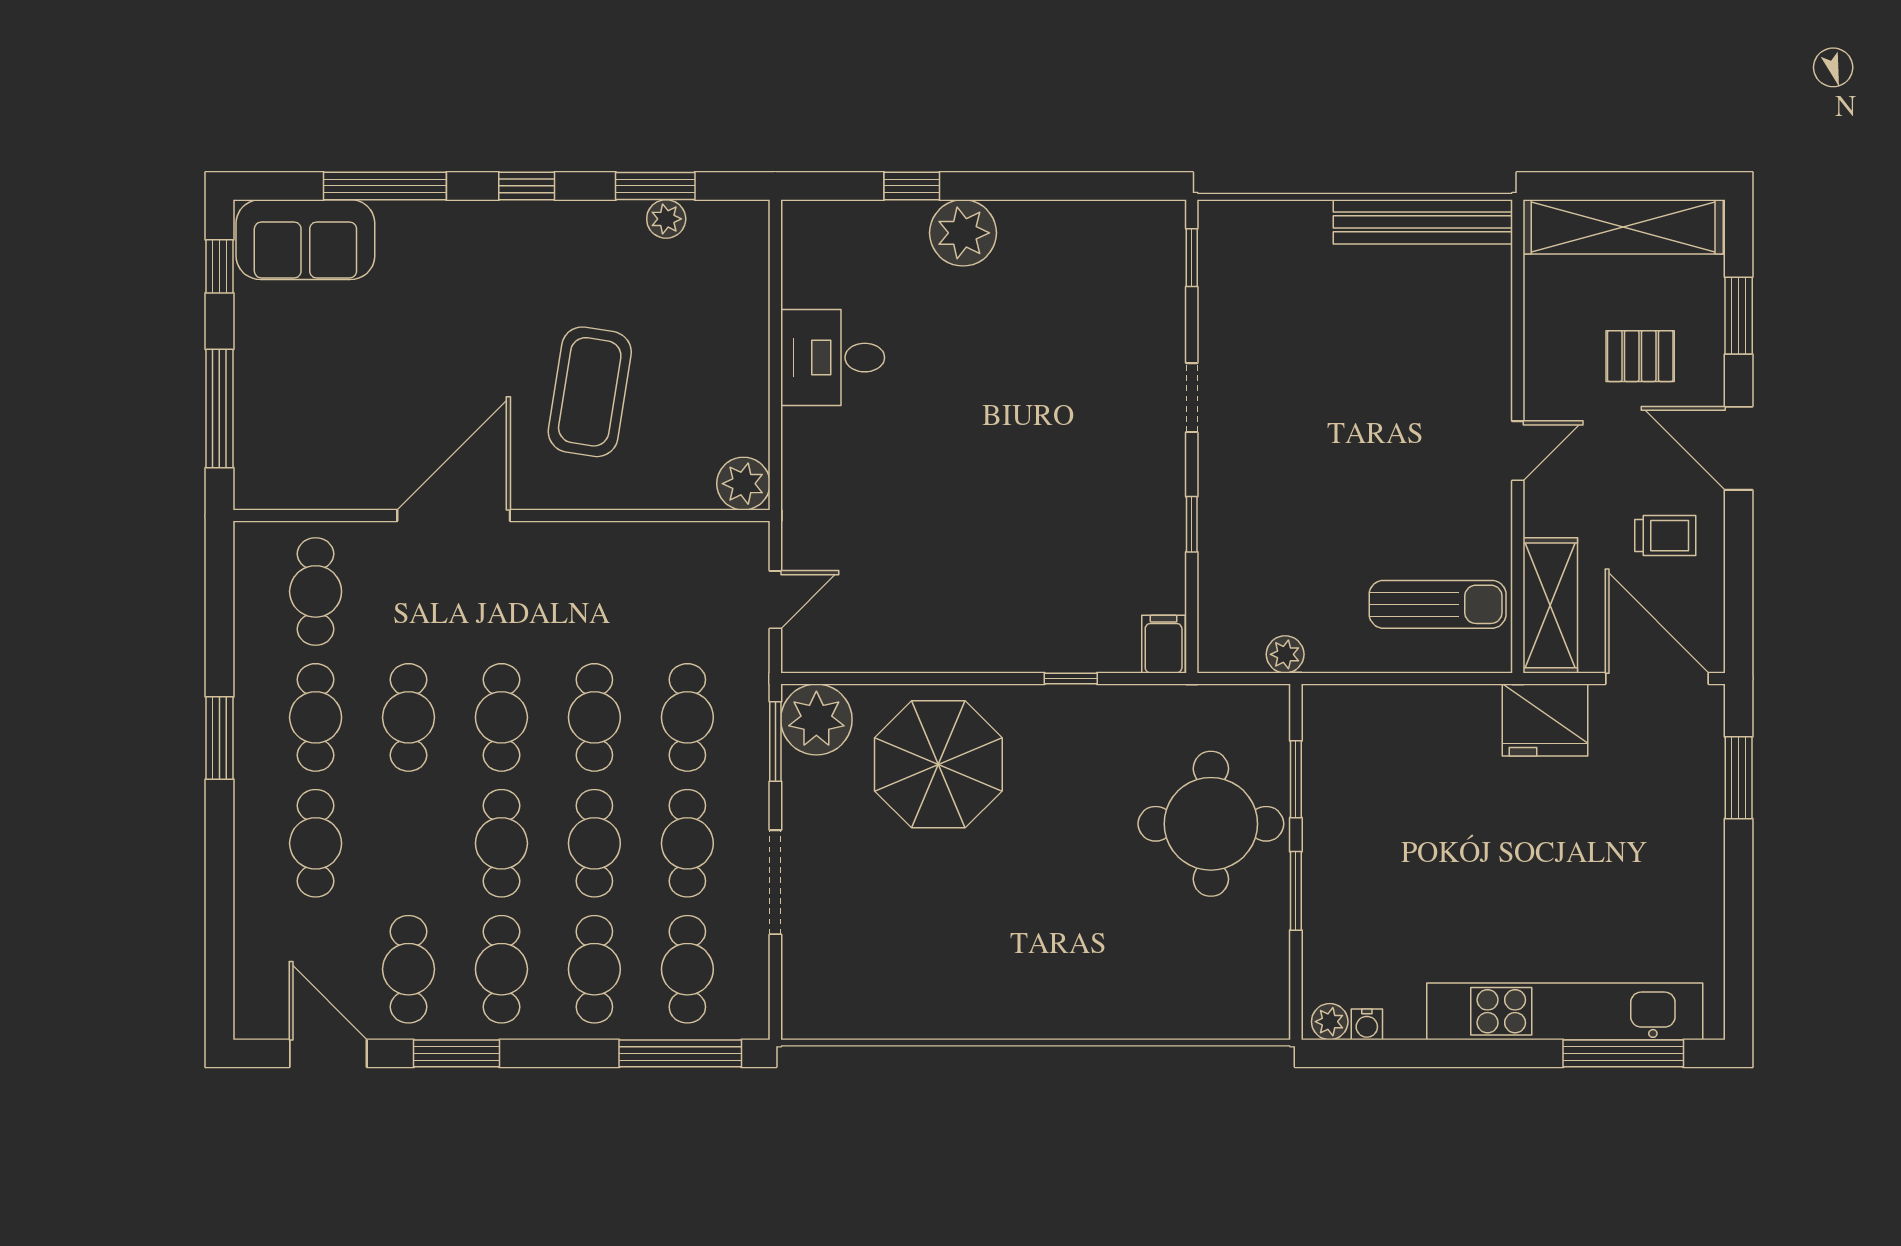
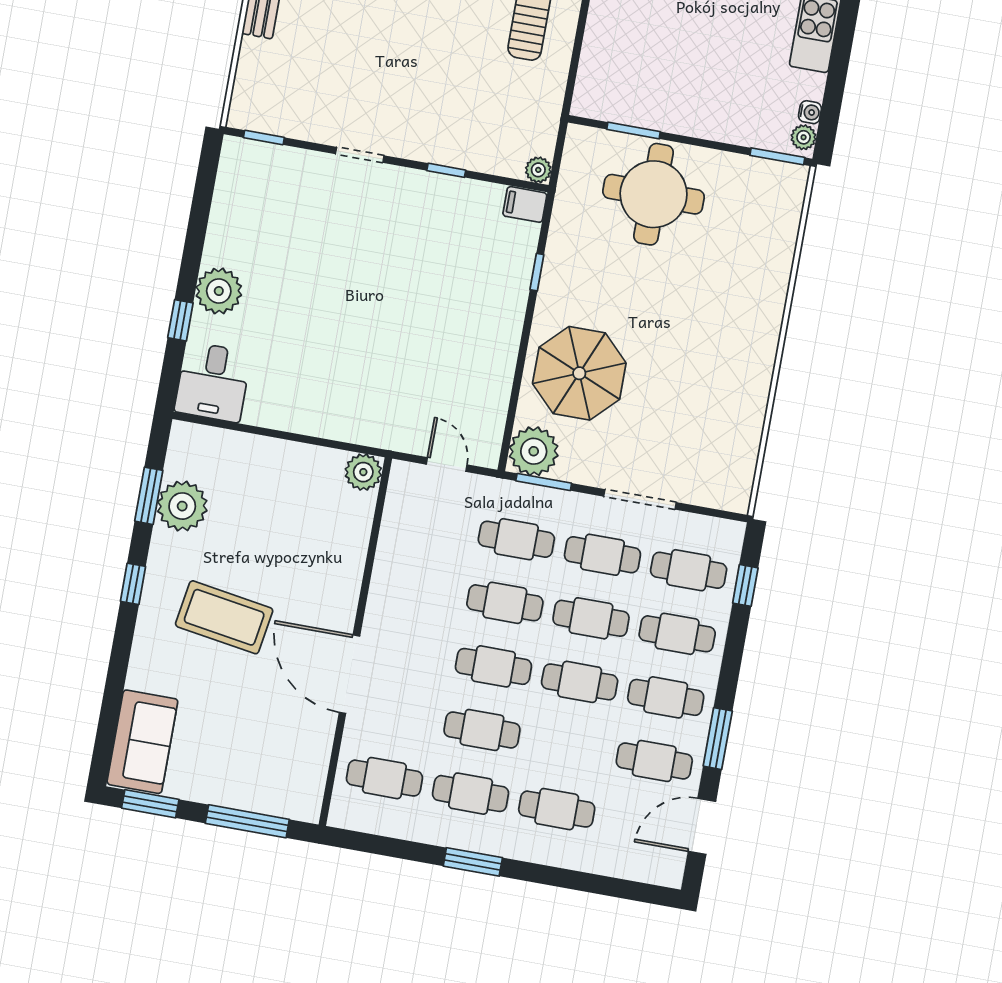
window: (385, 186) -> (116, 681), removed
plant: (666, 219) -> (182, 506), width x1.87, depth x1.87
window: (219, 266) -> (150, 804), width x1.50
desk: (833, 358) -> (213, 382), moved
coffee table: (590, 392) -> (224, 617), moved
plant: (1285, 654) -> (538, 170), moved
window: (1296, 891) -> (777, 156), moved
window: (680, 1053) -> (745, 585), width x0.46

